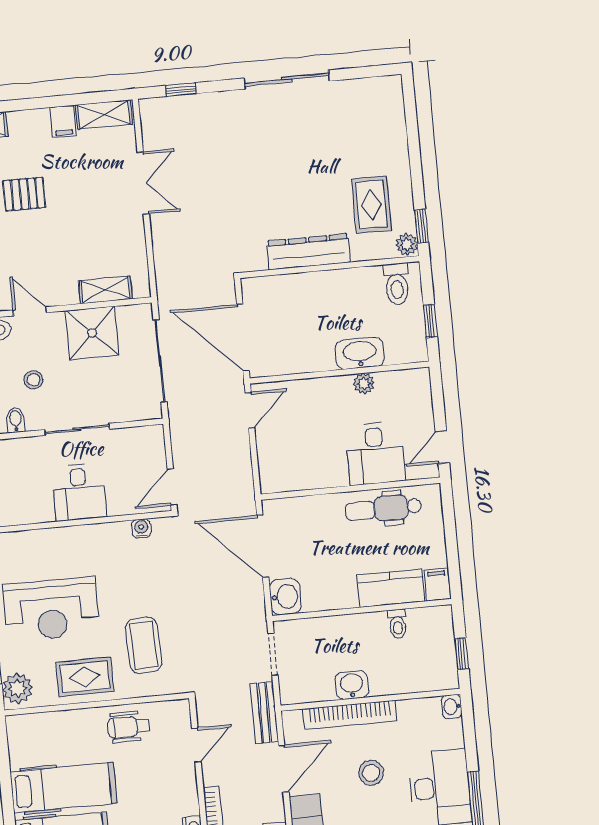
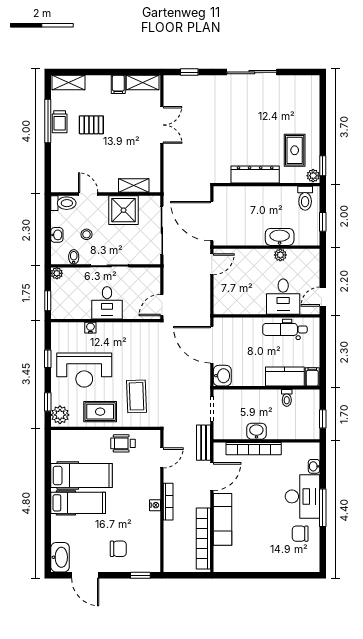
water cooler: (141, 528) -> (90, 328), moved
washbasin: (452, 707) -> (314, 466), moved
stool: (371, 773) -> (263, 484), removed

